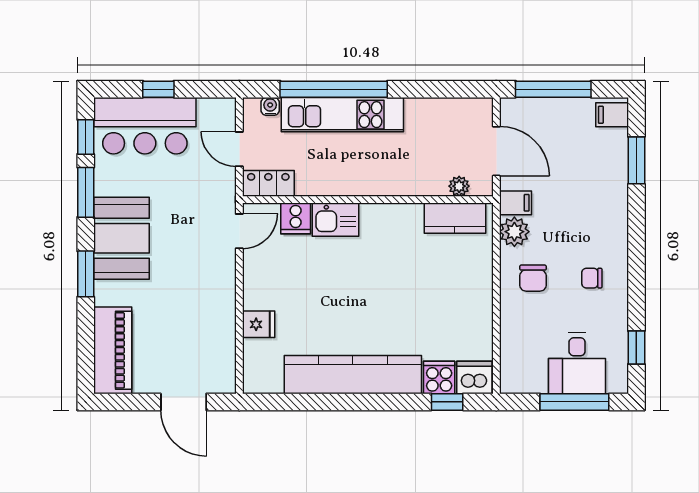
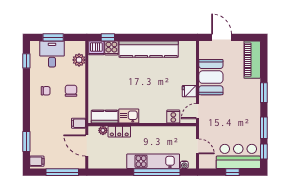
locker: (268, 183) -> (119, 132), moved
kitchen sink: (336, 220) -> (129, 116), moved
plant: (514, 232) -> (79, 60), moved
booth: (121, 238) -> (211, 77), moved
fridge: (259, 324) -> (189, 91), moved
window: (574, 402) -> (53, 37), width x0.69

